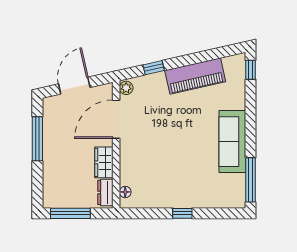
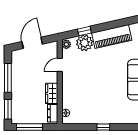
plant: (154, 86) -> (84, 43), added
door: (116, 119) -> (60, 65), width x0.53
window: (37, 186) -> (8, 109), added

